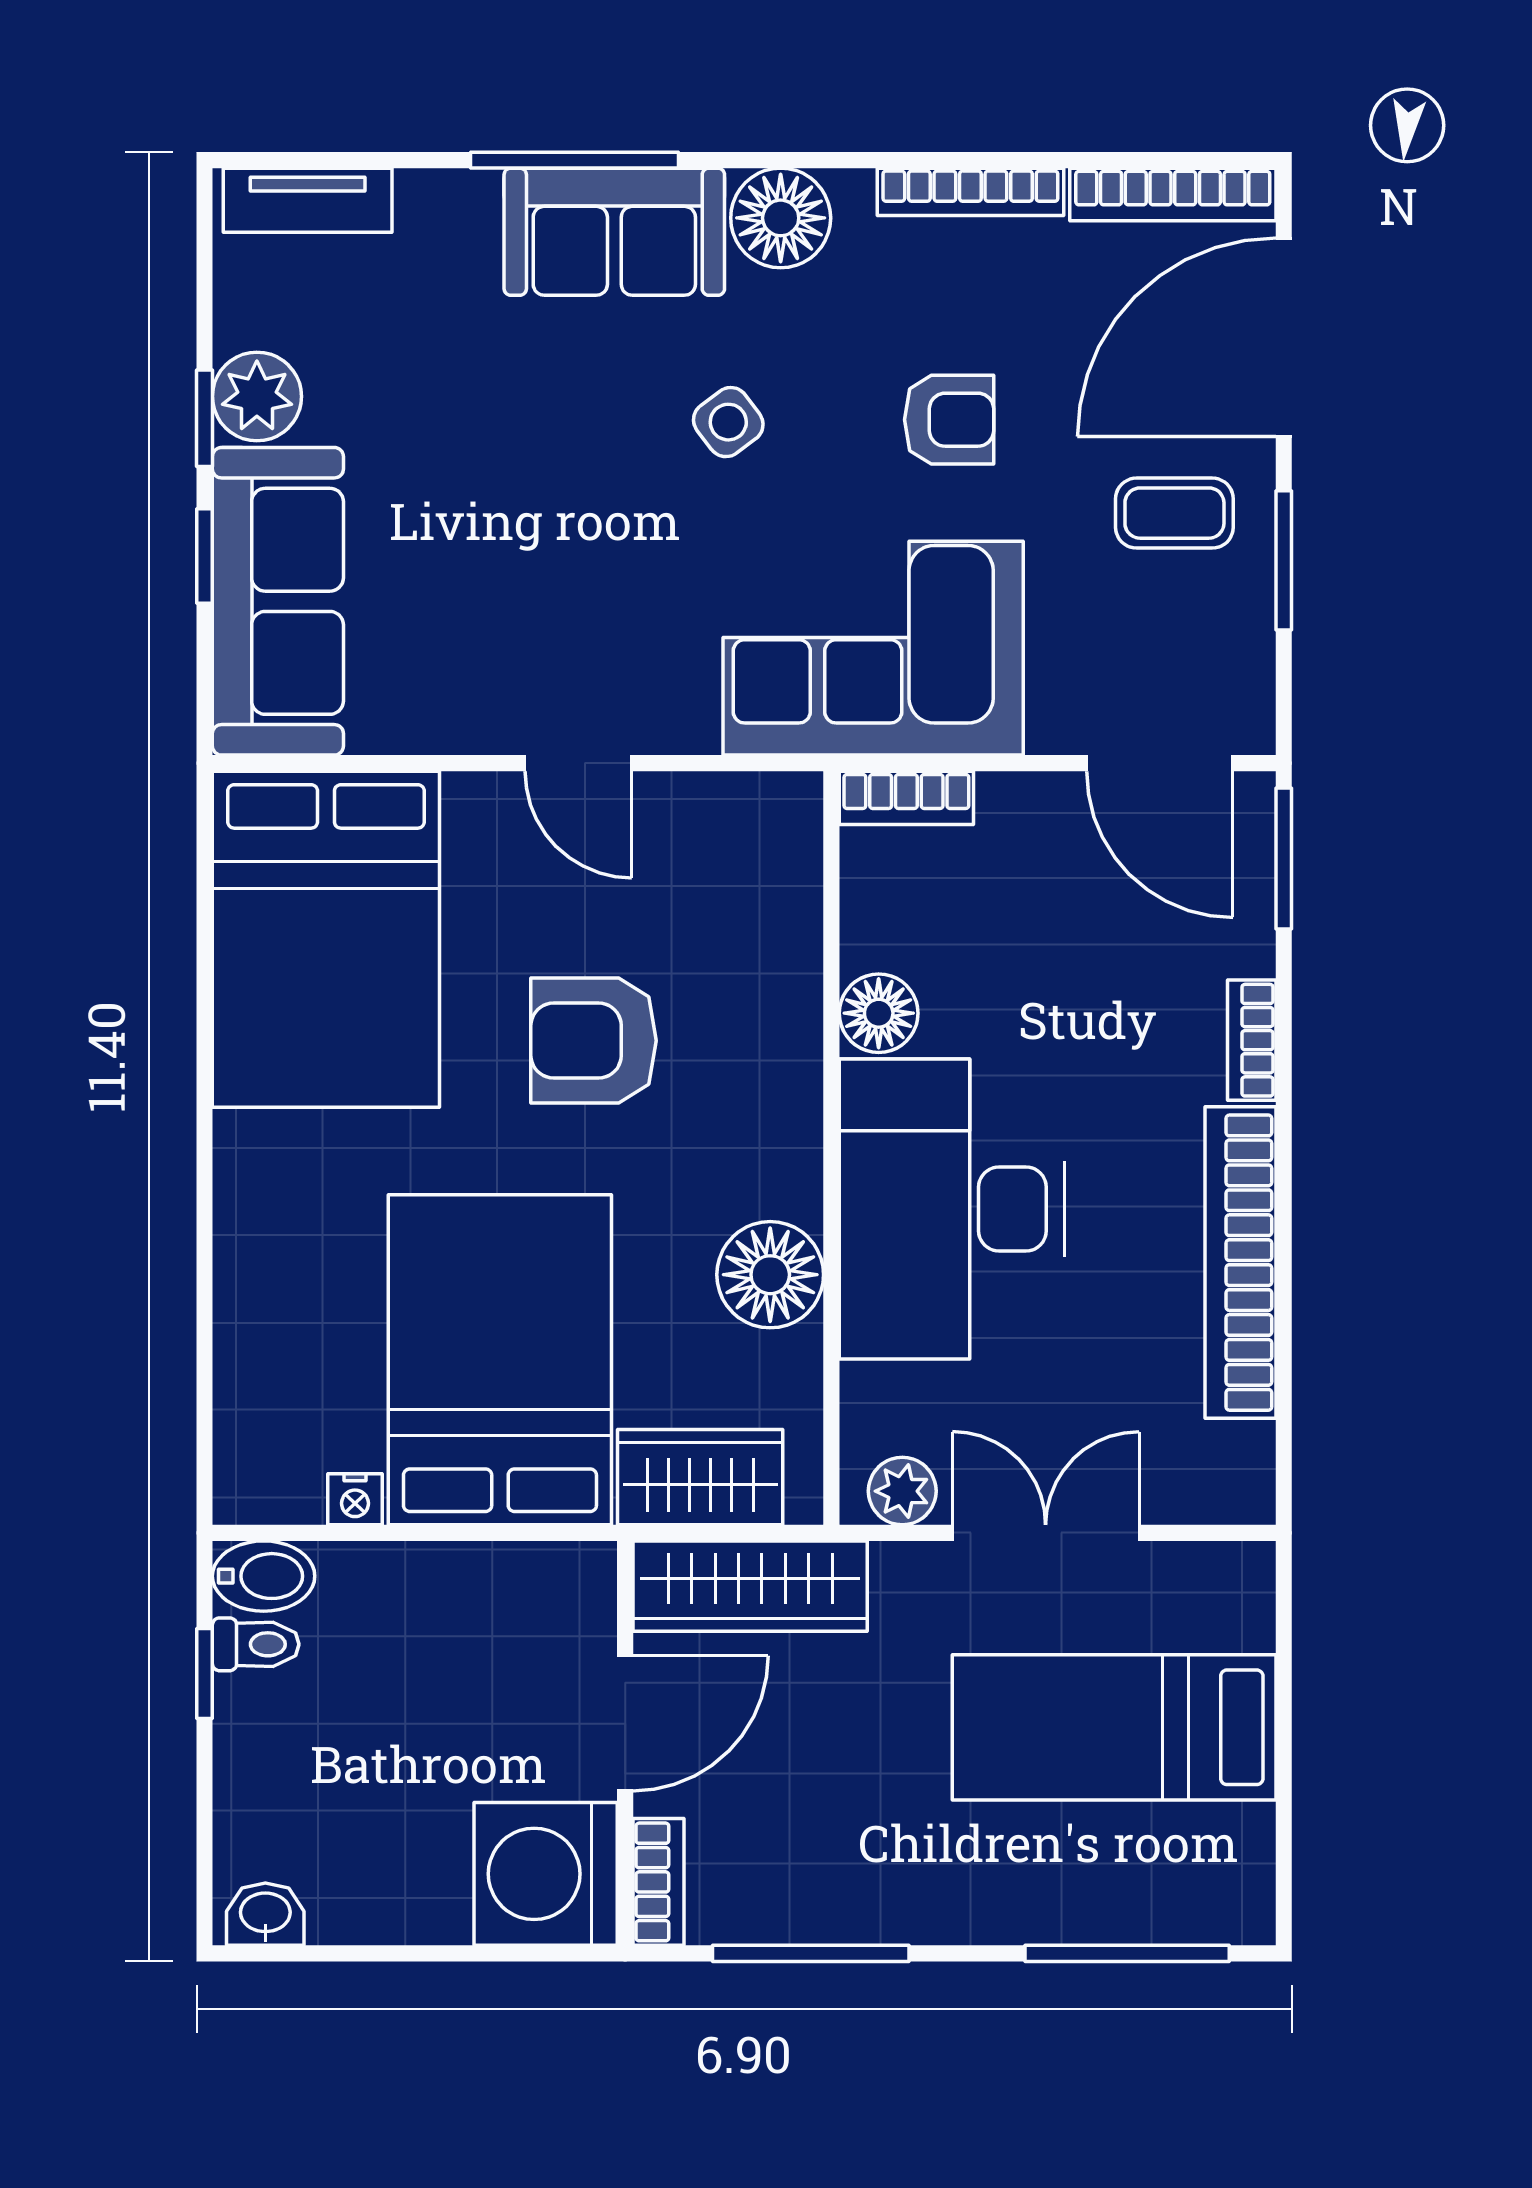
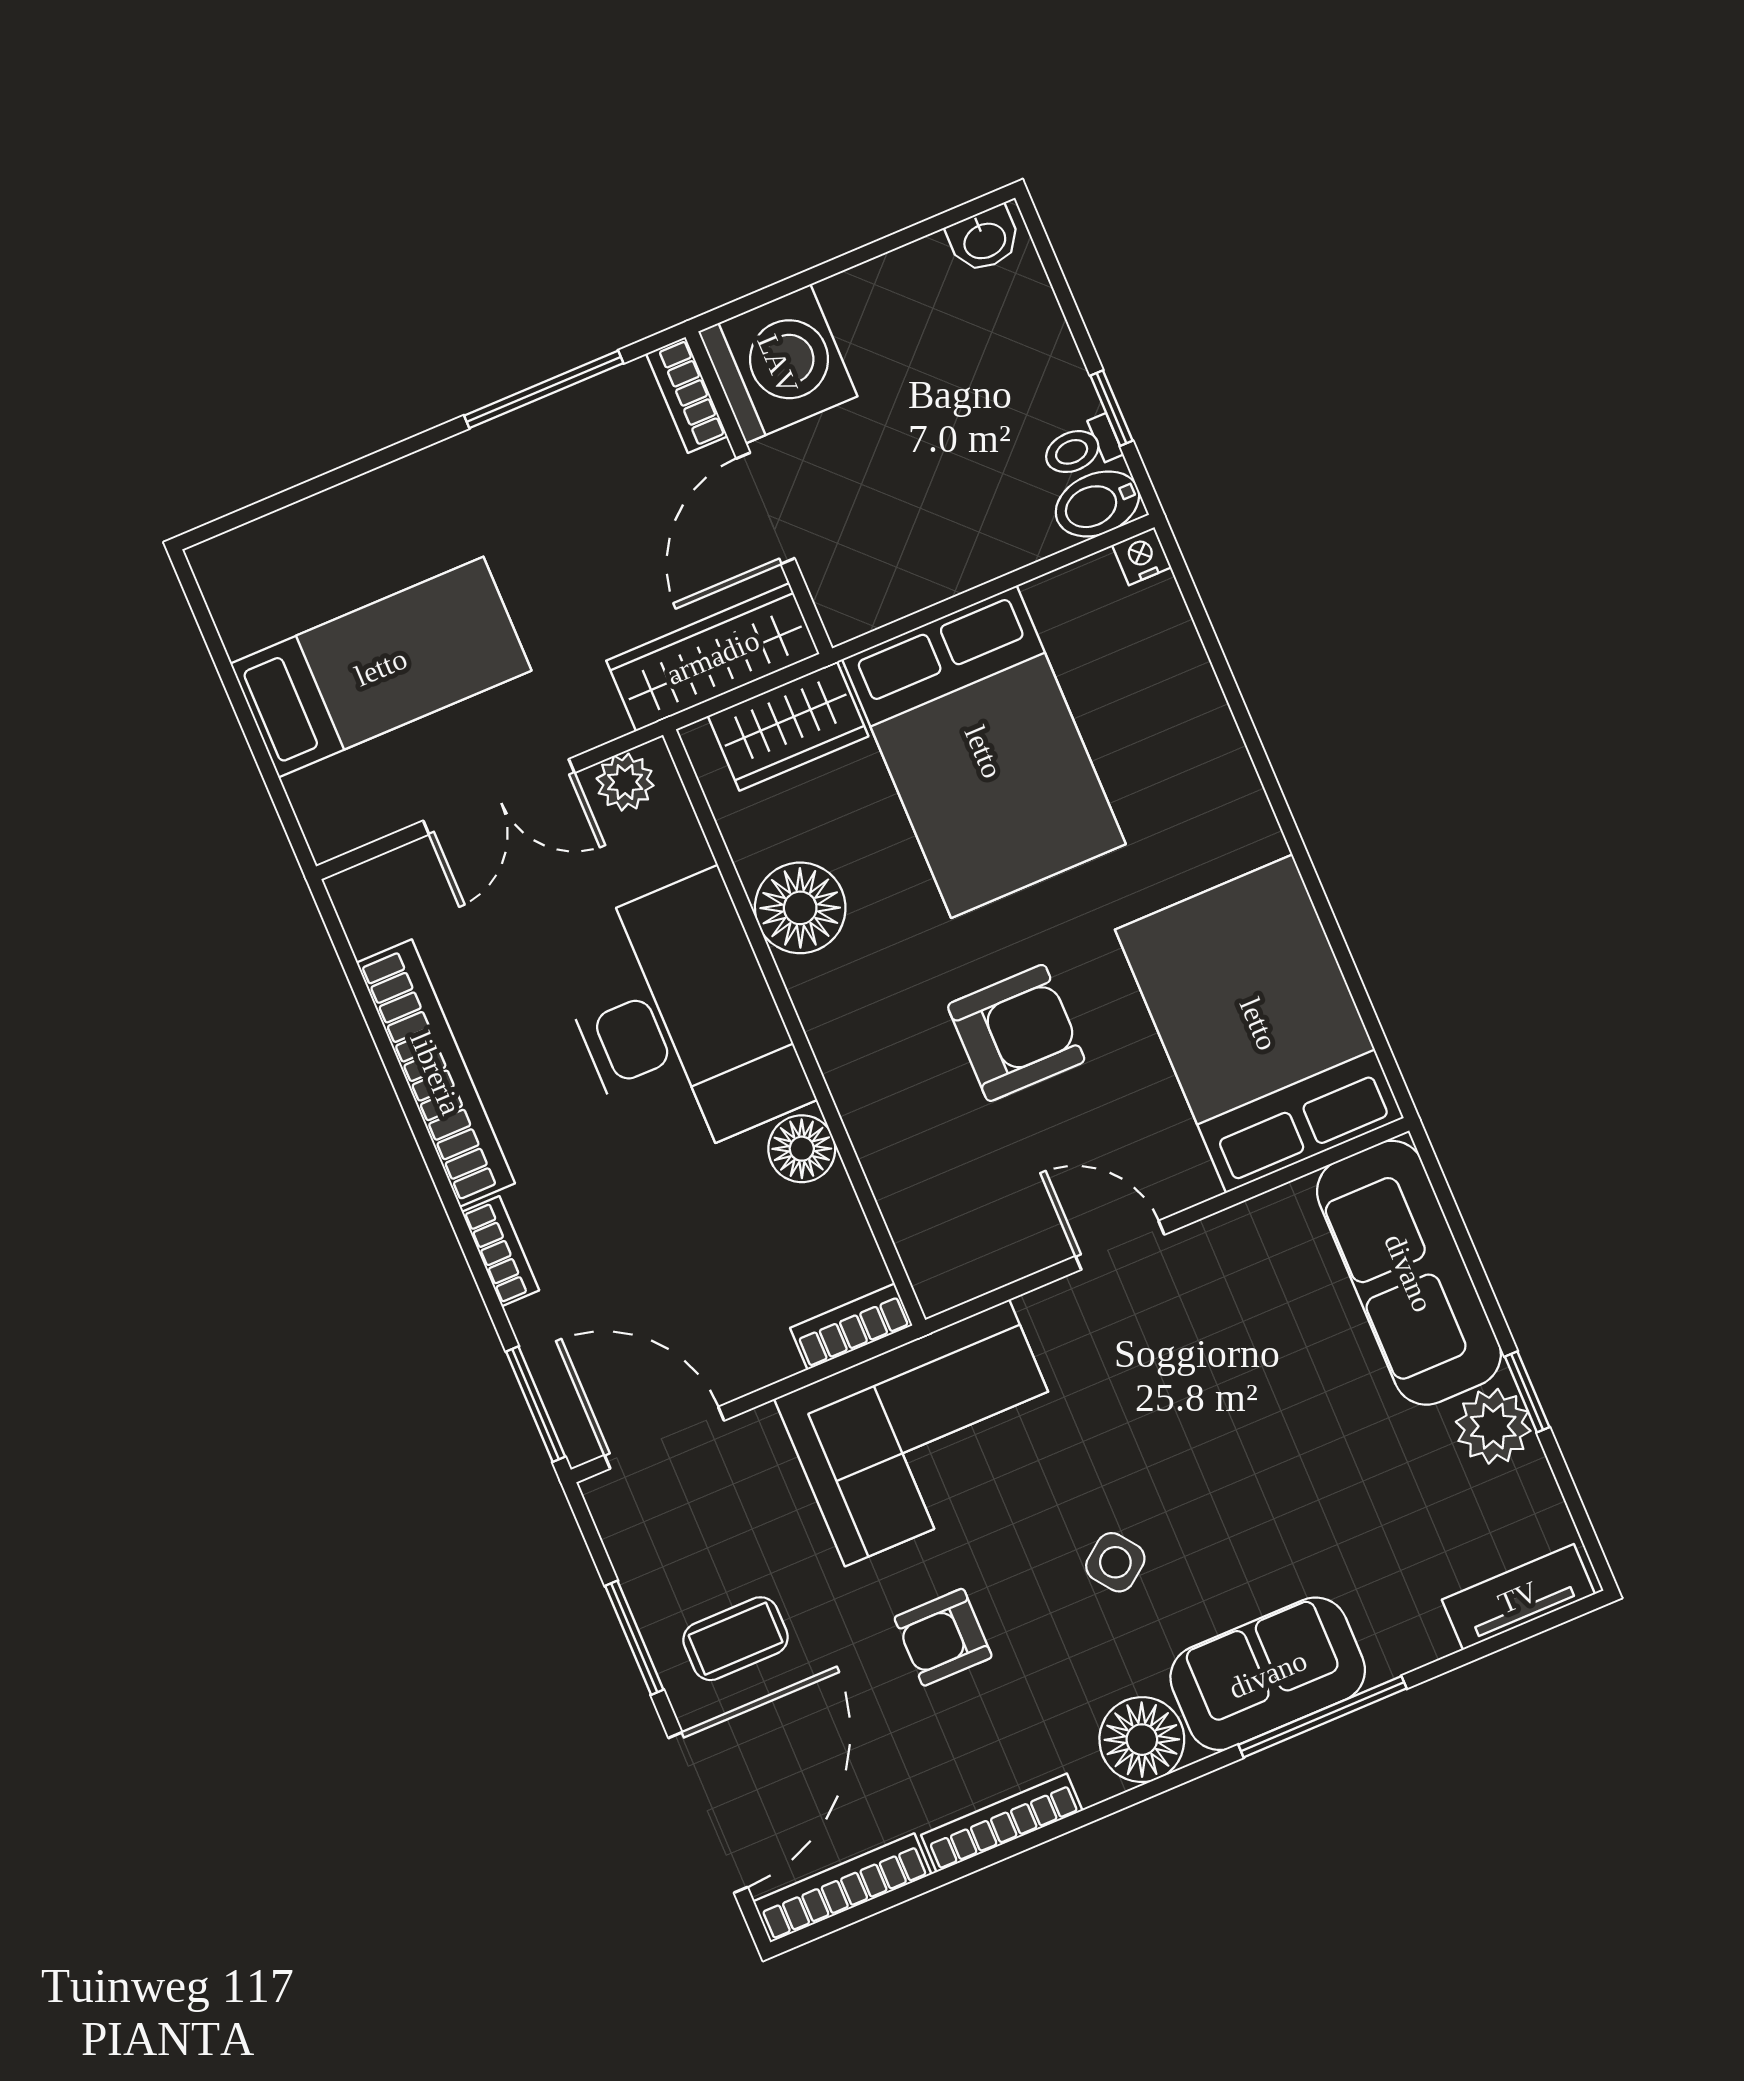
window: (205, 556) -> (1481, 1284), removed
nightstand: (355, 1499) -> (1142, 556), moved
window: (1127, 1953) -> (296, 494), removed

